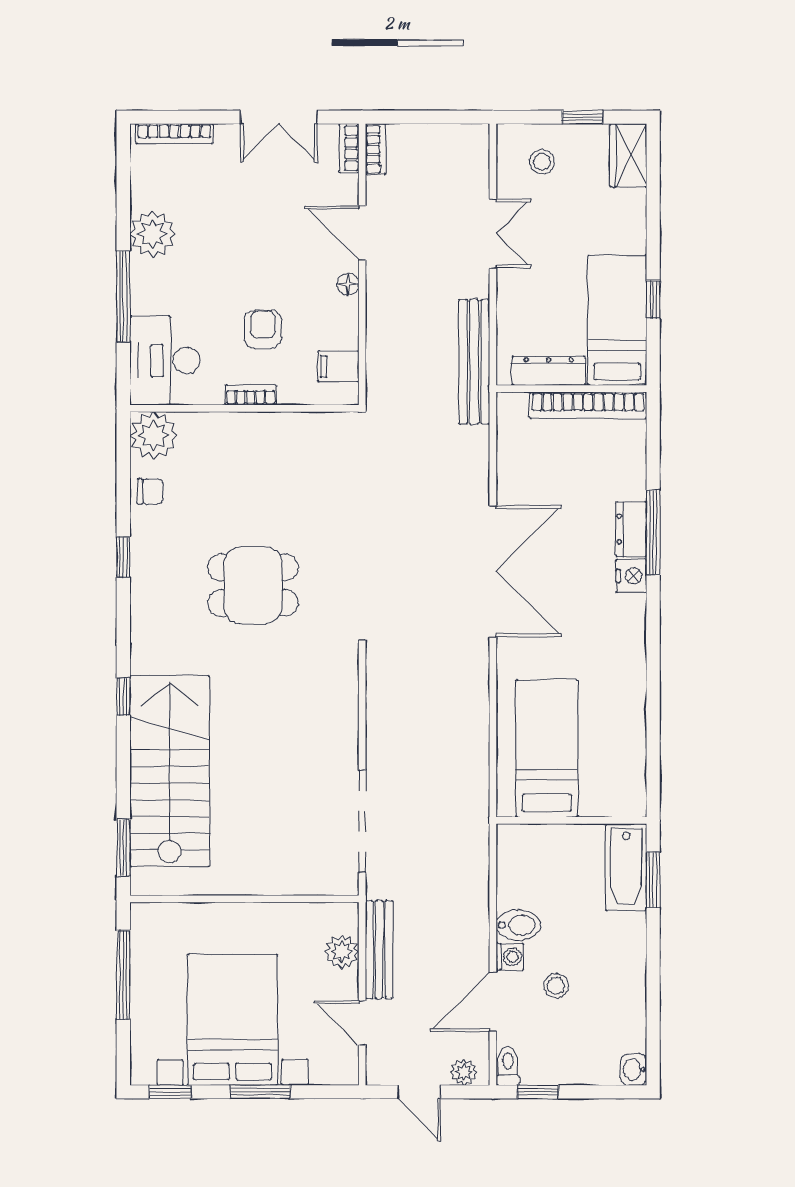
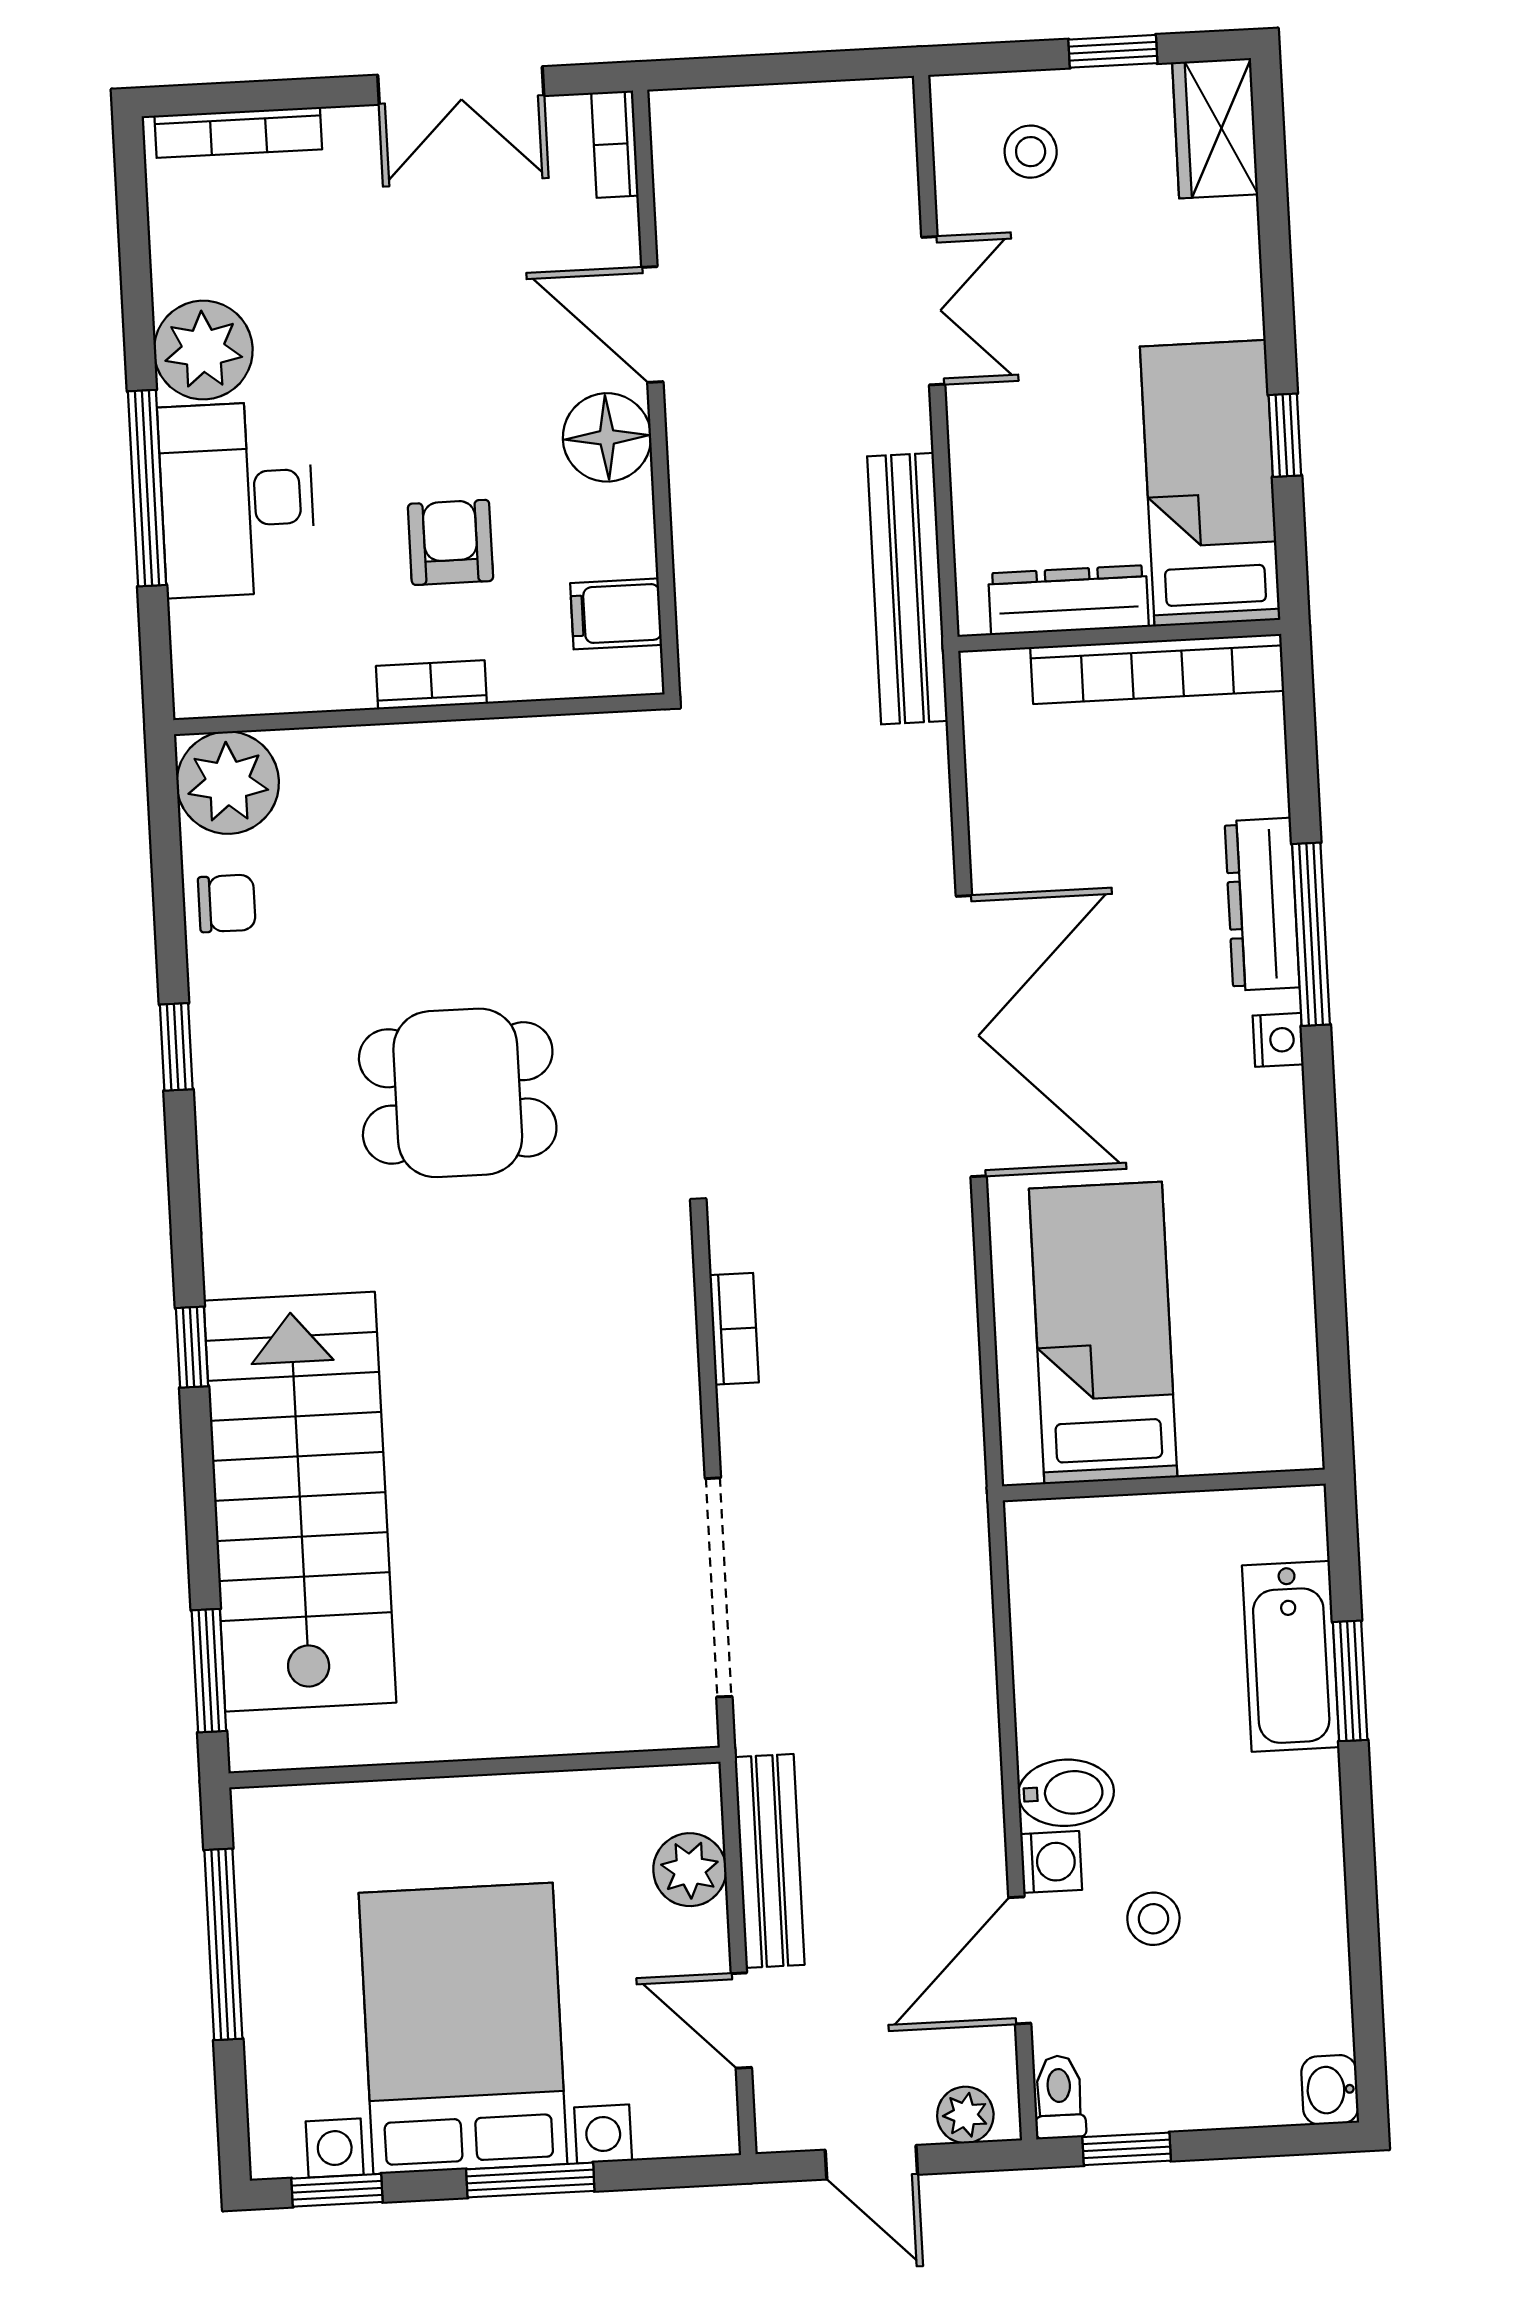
bookcase: (376, 149) -> (734, 1329), moved
floor lamp: (348, 284) -> (607, 437), width x1.89, depth x1.89
desk: (165, 361) -> (237, 499), moved
dresser: (631, 529) -> (1262, 904), width x1.44
nightstand: (631, 576) -> (1278, 1040), width x0.72, depth x0.74
bed: (547, 748) -> (1103, 1333), moved
wall: (571, 820) -> (1164, 1485), moved

